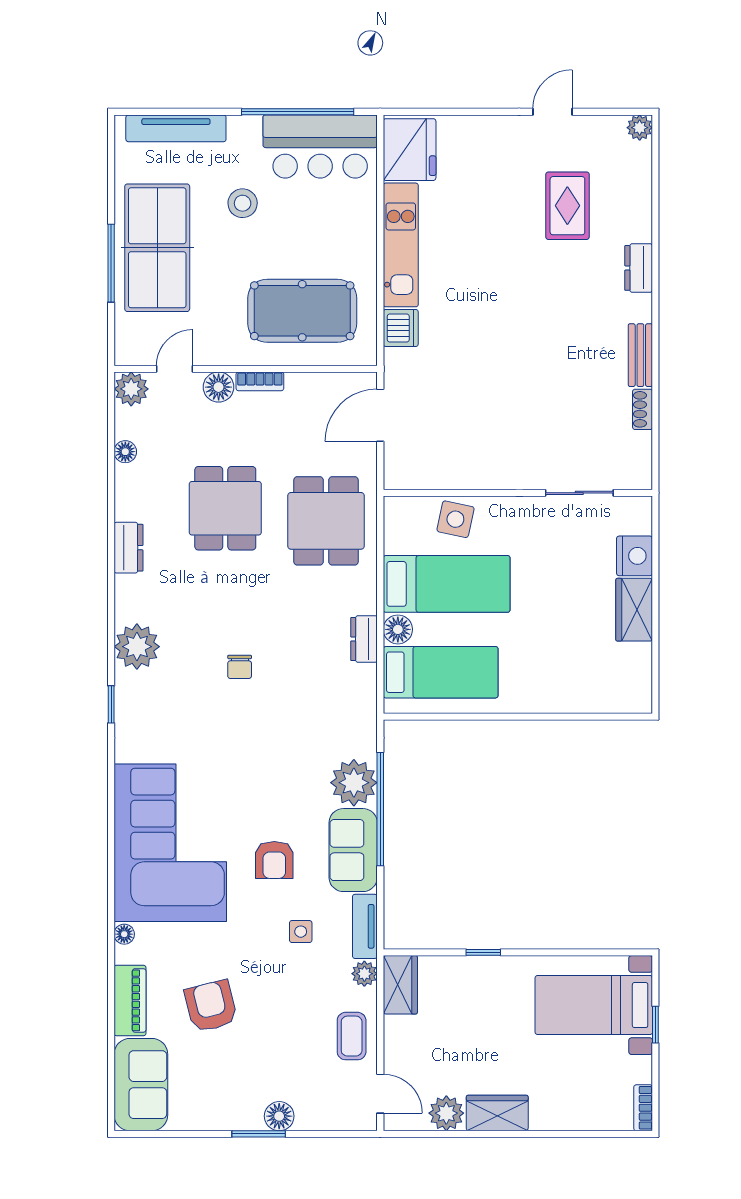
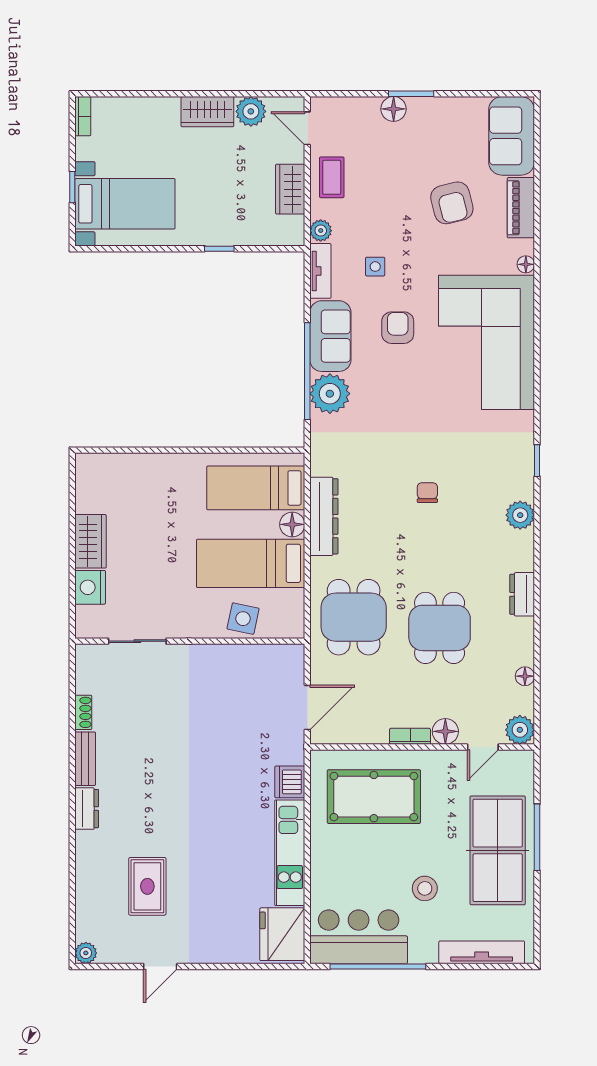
dresser: (639, 268) -> (87, 809), moved
dresser: (364, 639) -> (324, 516), width x1.96, depth x1.24
plant: (137, 647) -> (520, 515), width x0.73, depth x0.73
wardrobe: (400, 985) -> (290, 189), moved

